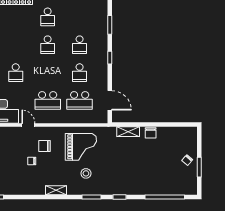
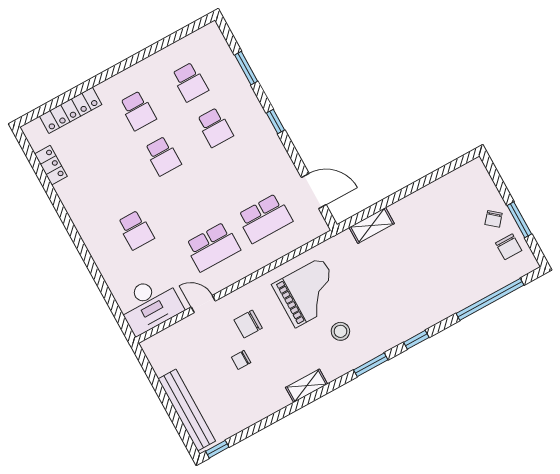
school desk: (80, 73) -> (190, 82), moved
chair: (151, 133) -> (509, 247), moved

